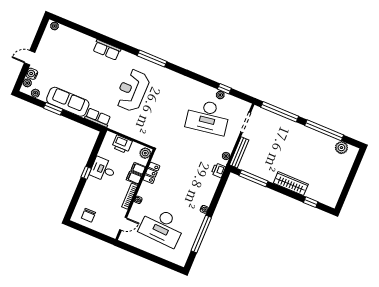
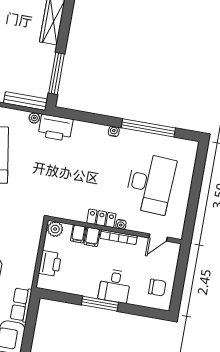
desk: (103, 169) -> (115, 286), moved
printer: (218, 170) -> (56, 128), width x1.87, depth x1.48
window: (86, 173) -> (100, 304), width x2.17
locker: (151, 173) -> (101, 218), moved
door: (123, 224) -> (158, 238), swing flipped

